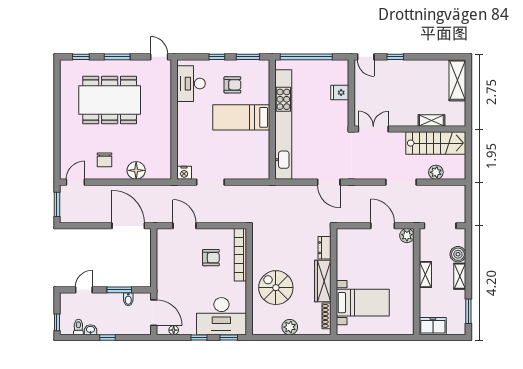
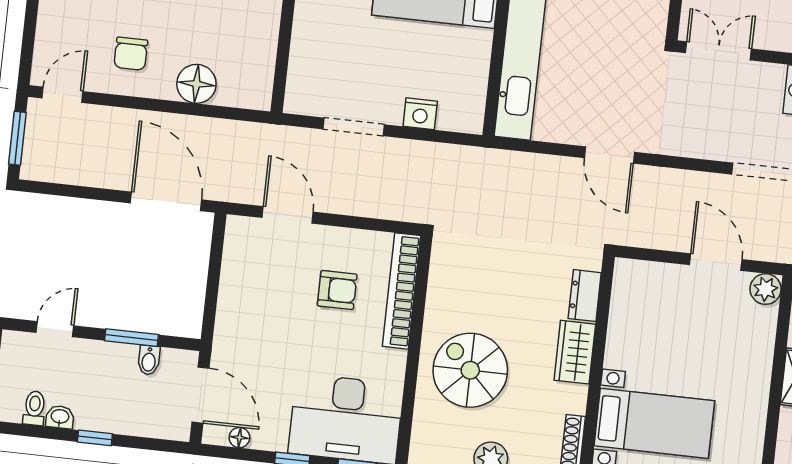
nightstand: (184, 173) -> (420, 114), moved
wardrobe: (323, 281) -> (575, 352), width x0.67

